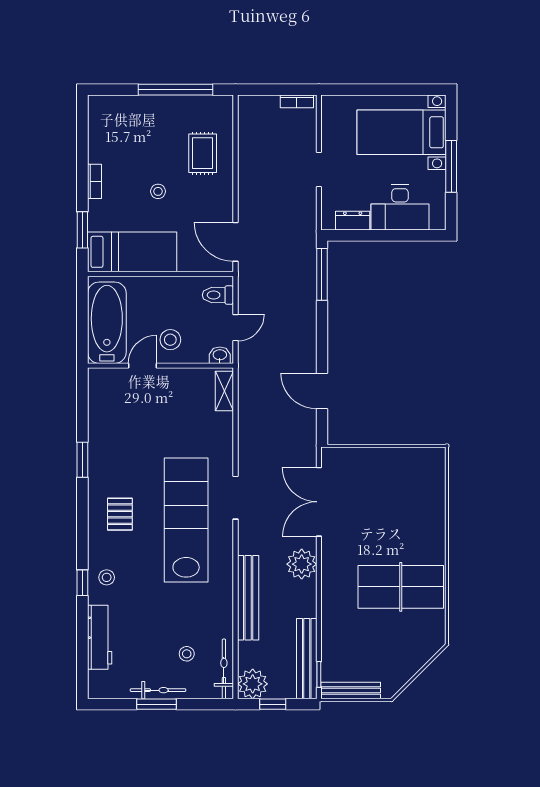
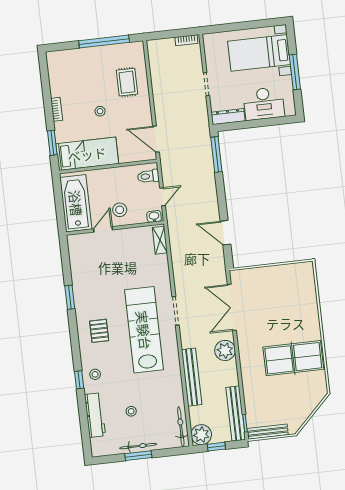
dresser: (353, 221) -> (228, 117), width x1.44
stool: (187, 654) -> (131, 411), moved

